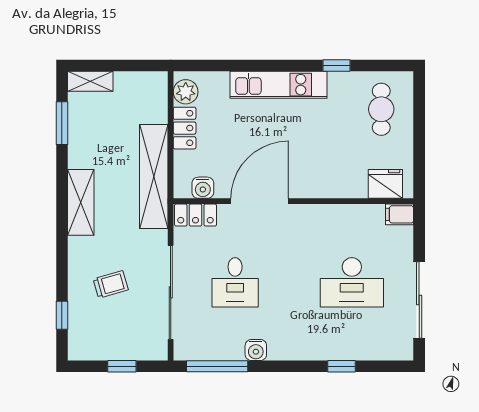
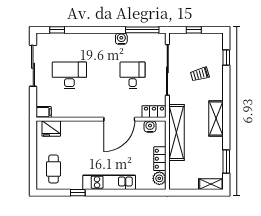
window: (341, 366) -> (57, 30), moved

